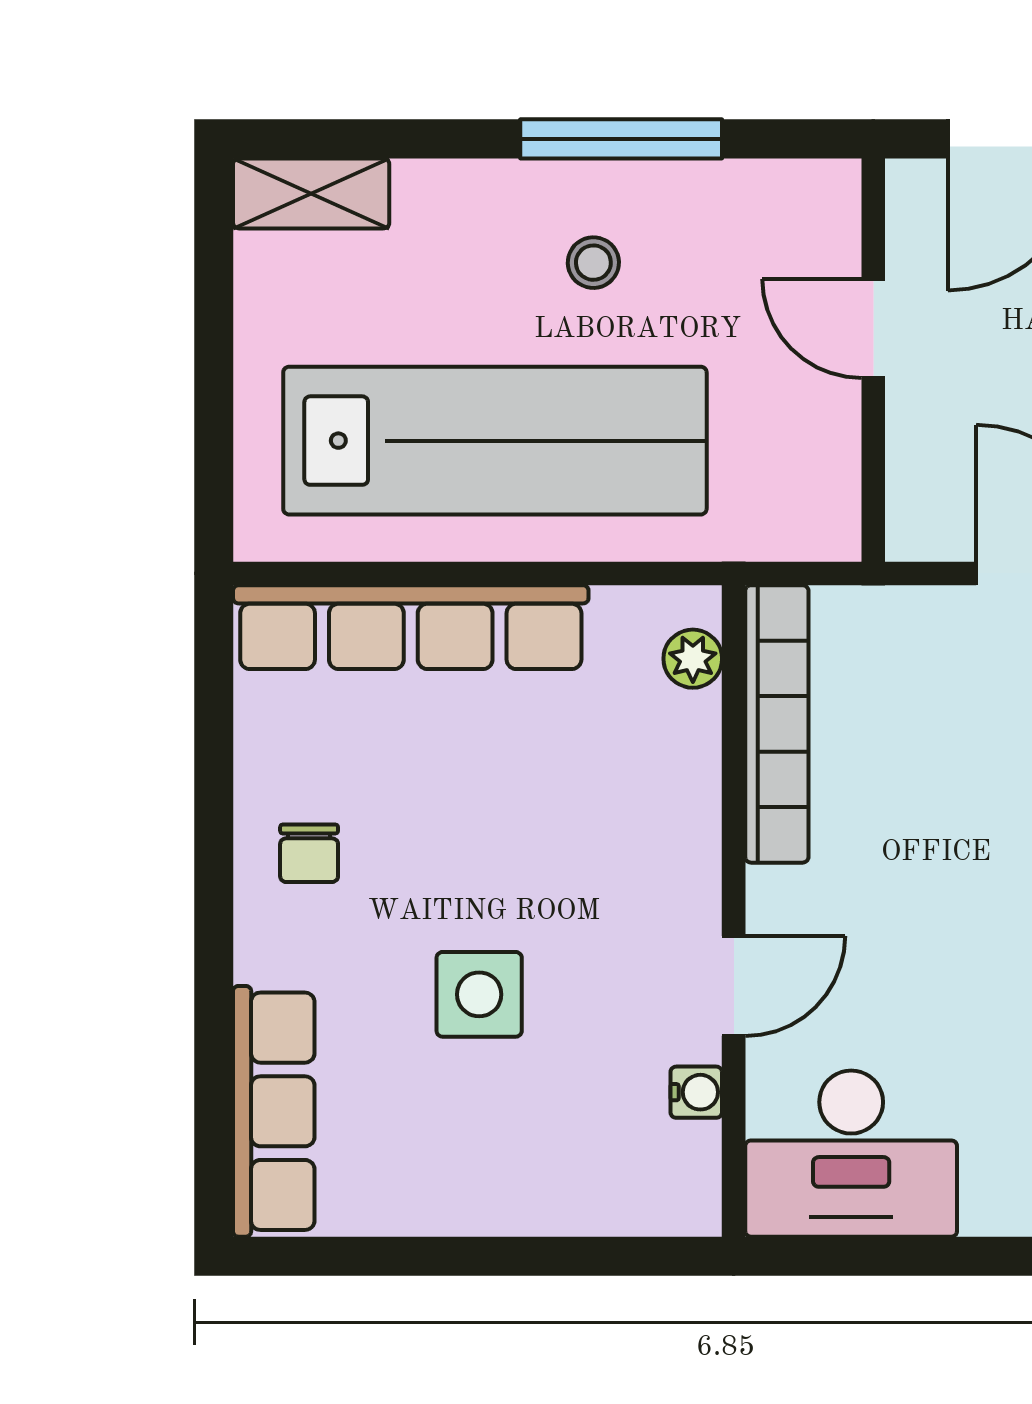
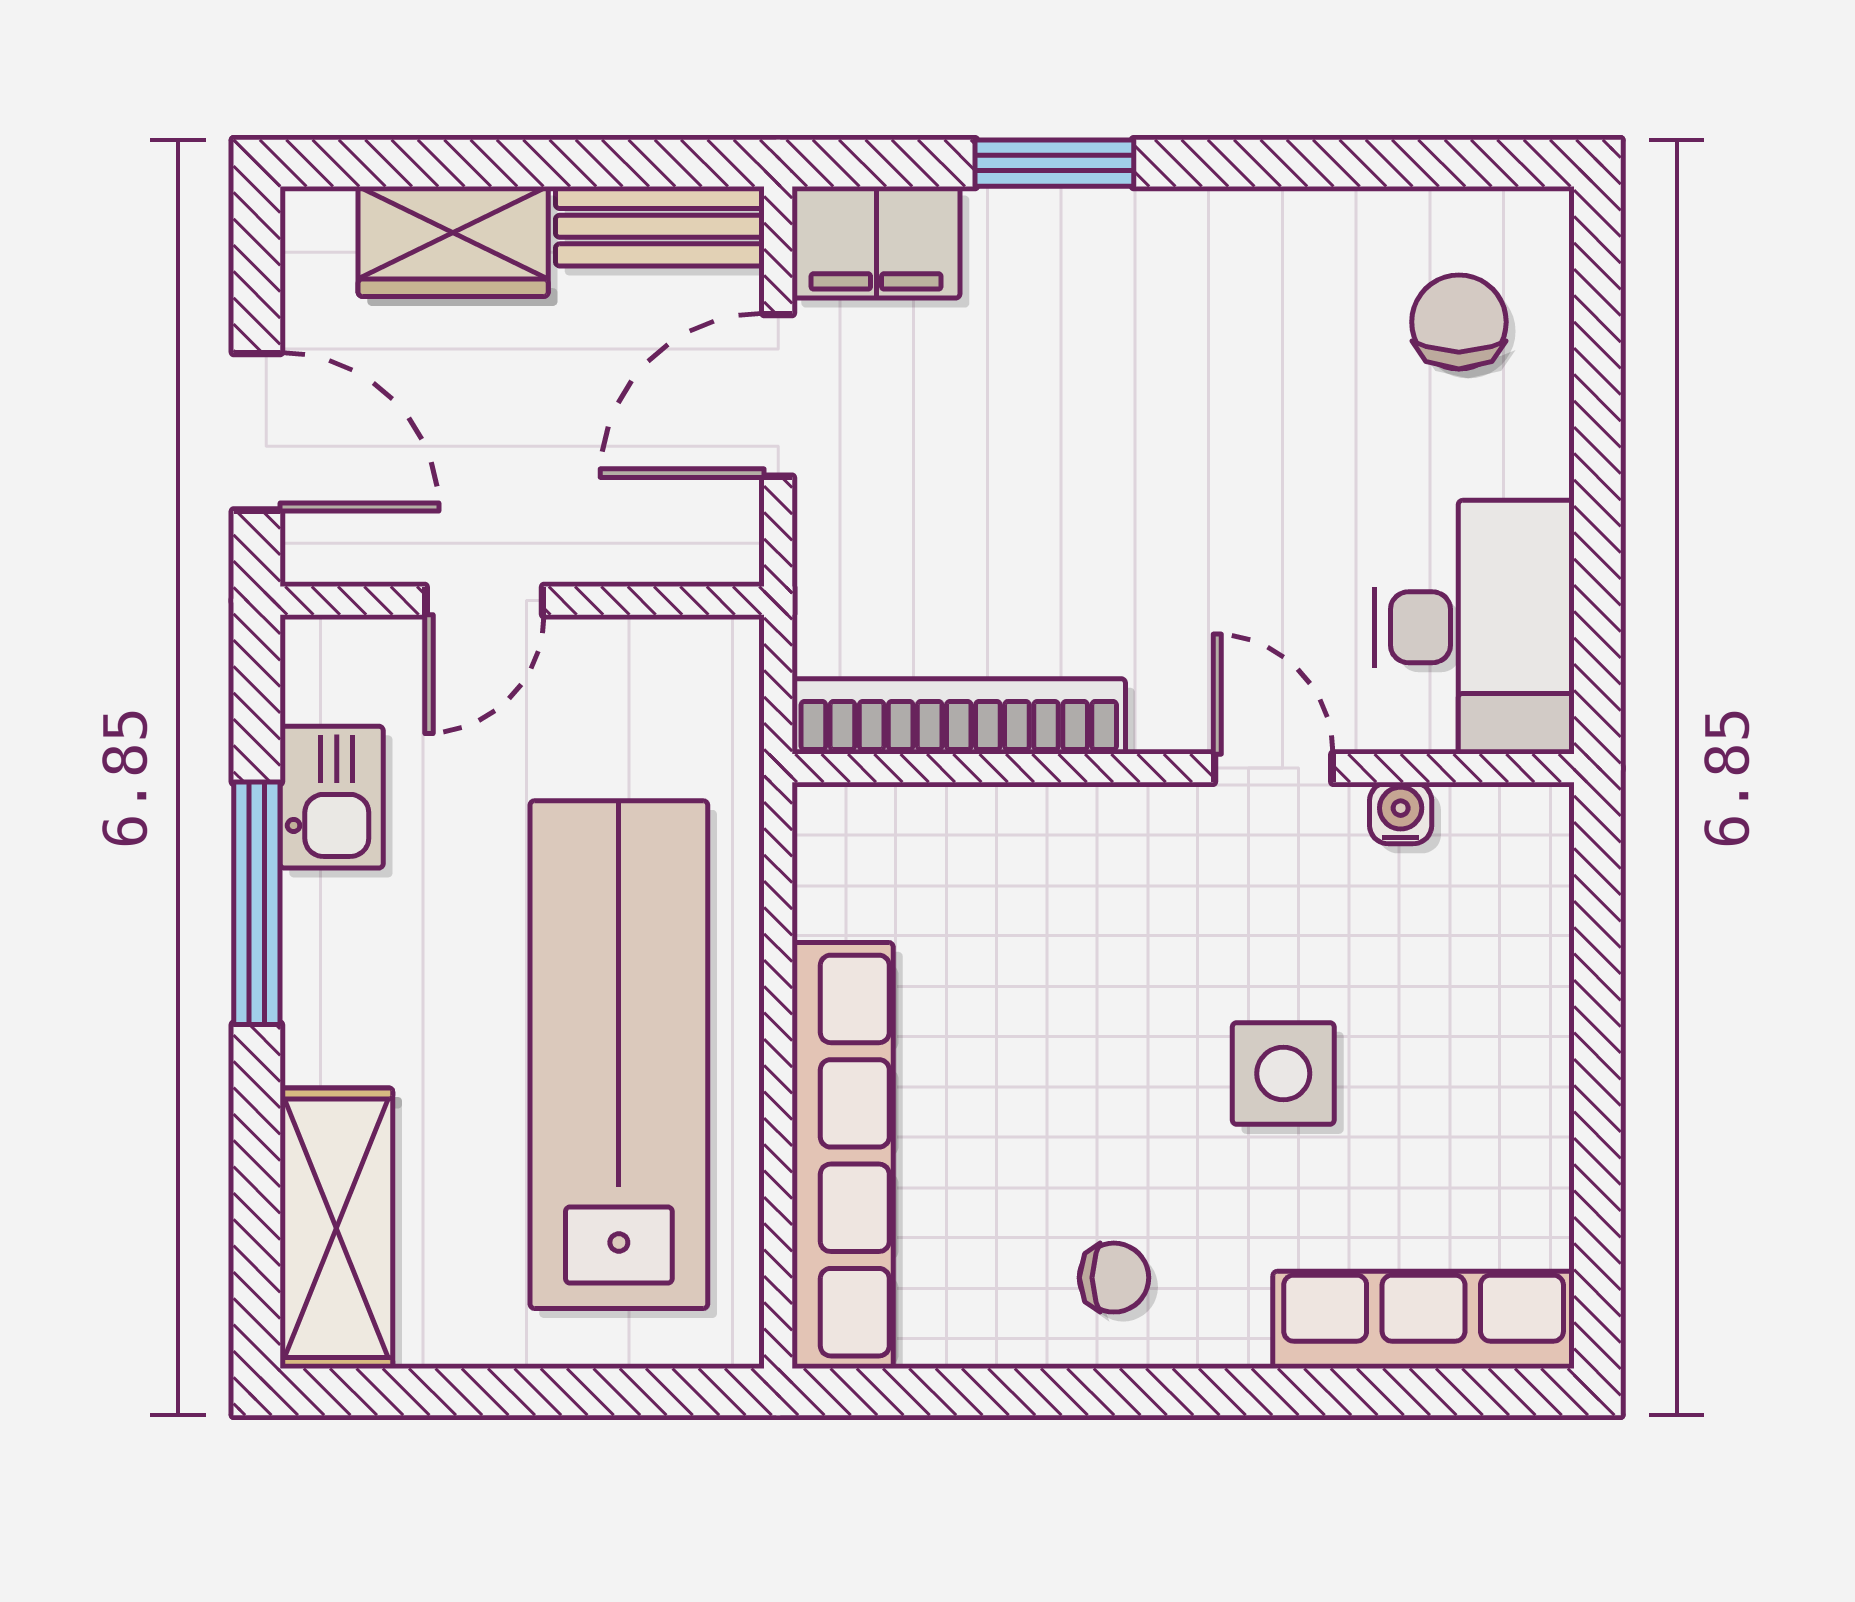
shelving: (311, 193) -> (336, 1228), width x1.50, depth x1.33
kitchen sink: (710, 201) -> (332, 797), added
stool: (593, 263) -> (405, 936), removed
plant: (693, 659) -> (881, 817), removed

